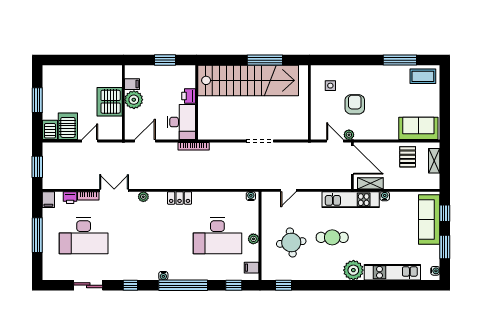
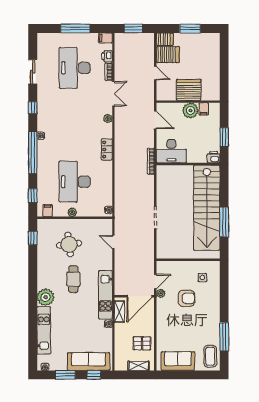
printer: (189, 96) -> (214, 157), moved
sofa: (418, 128) -> (178, 361), moved, turned -90

